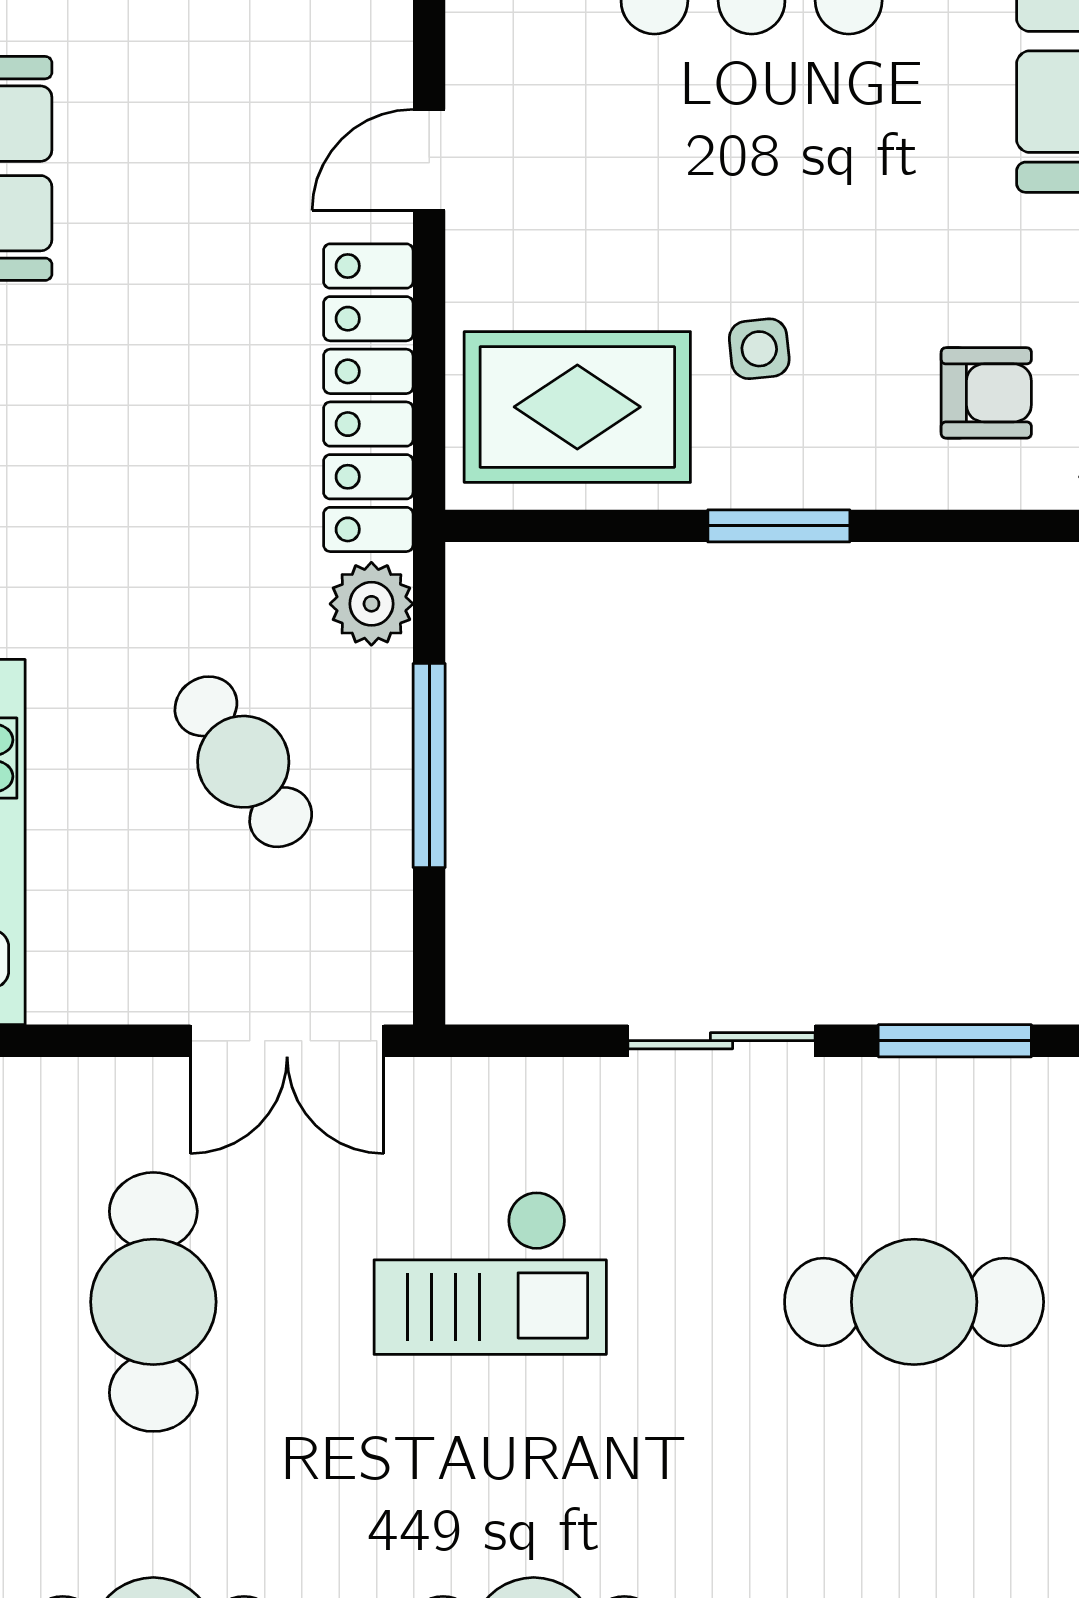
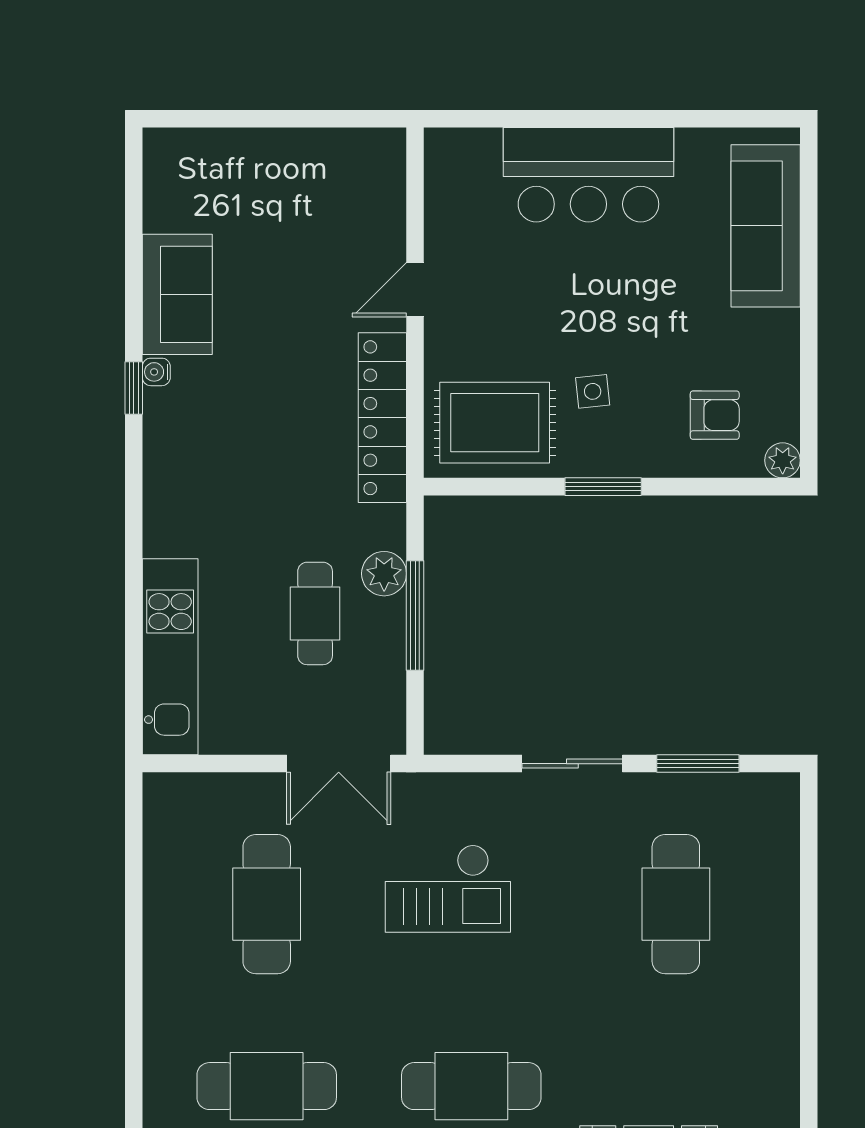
plant: (371, 604) -> (384, 574), moved
cafe table: (243, 762) -> (315, 613), turned 34
cafe table: (914, 1302) -> (676, 904), turned 90

